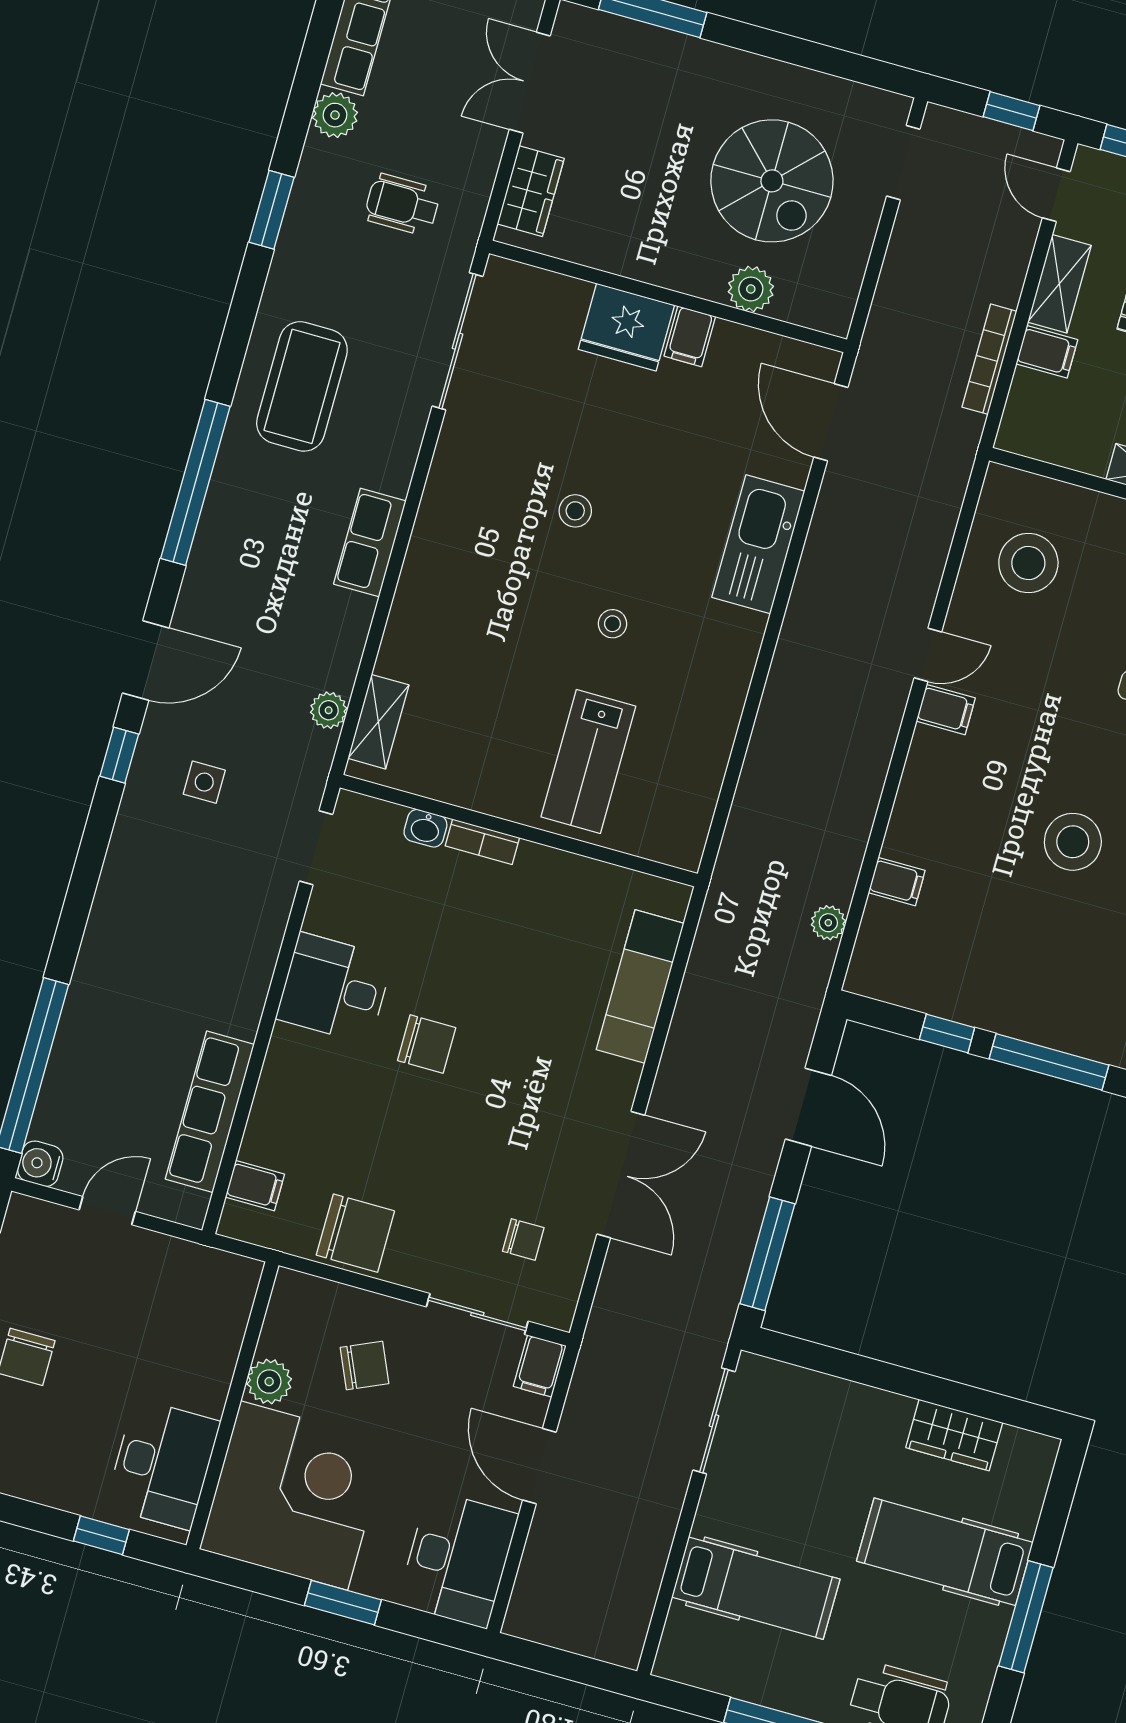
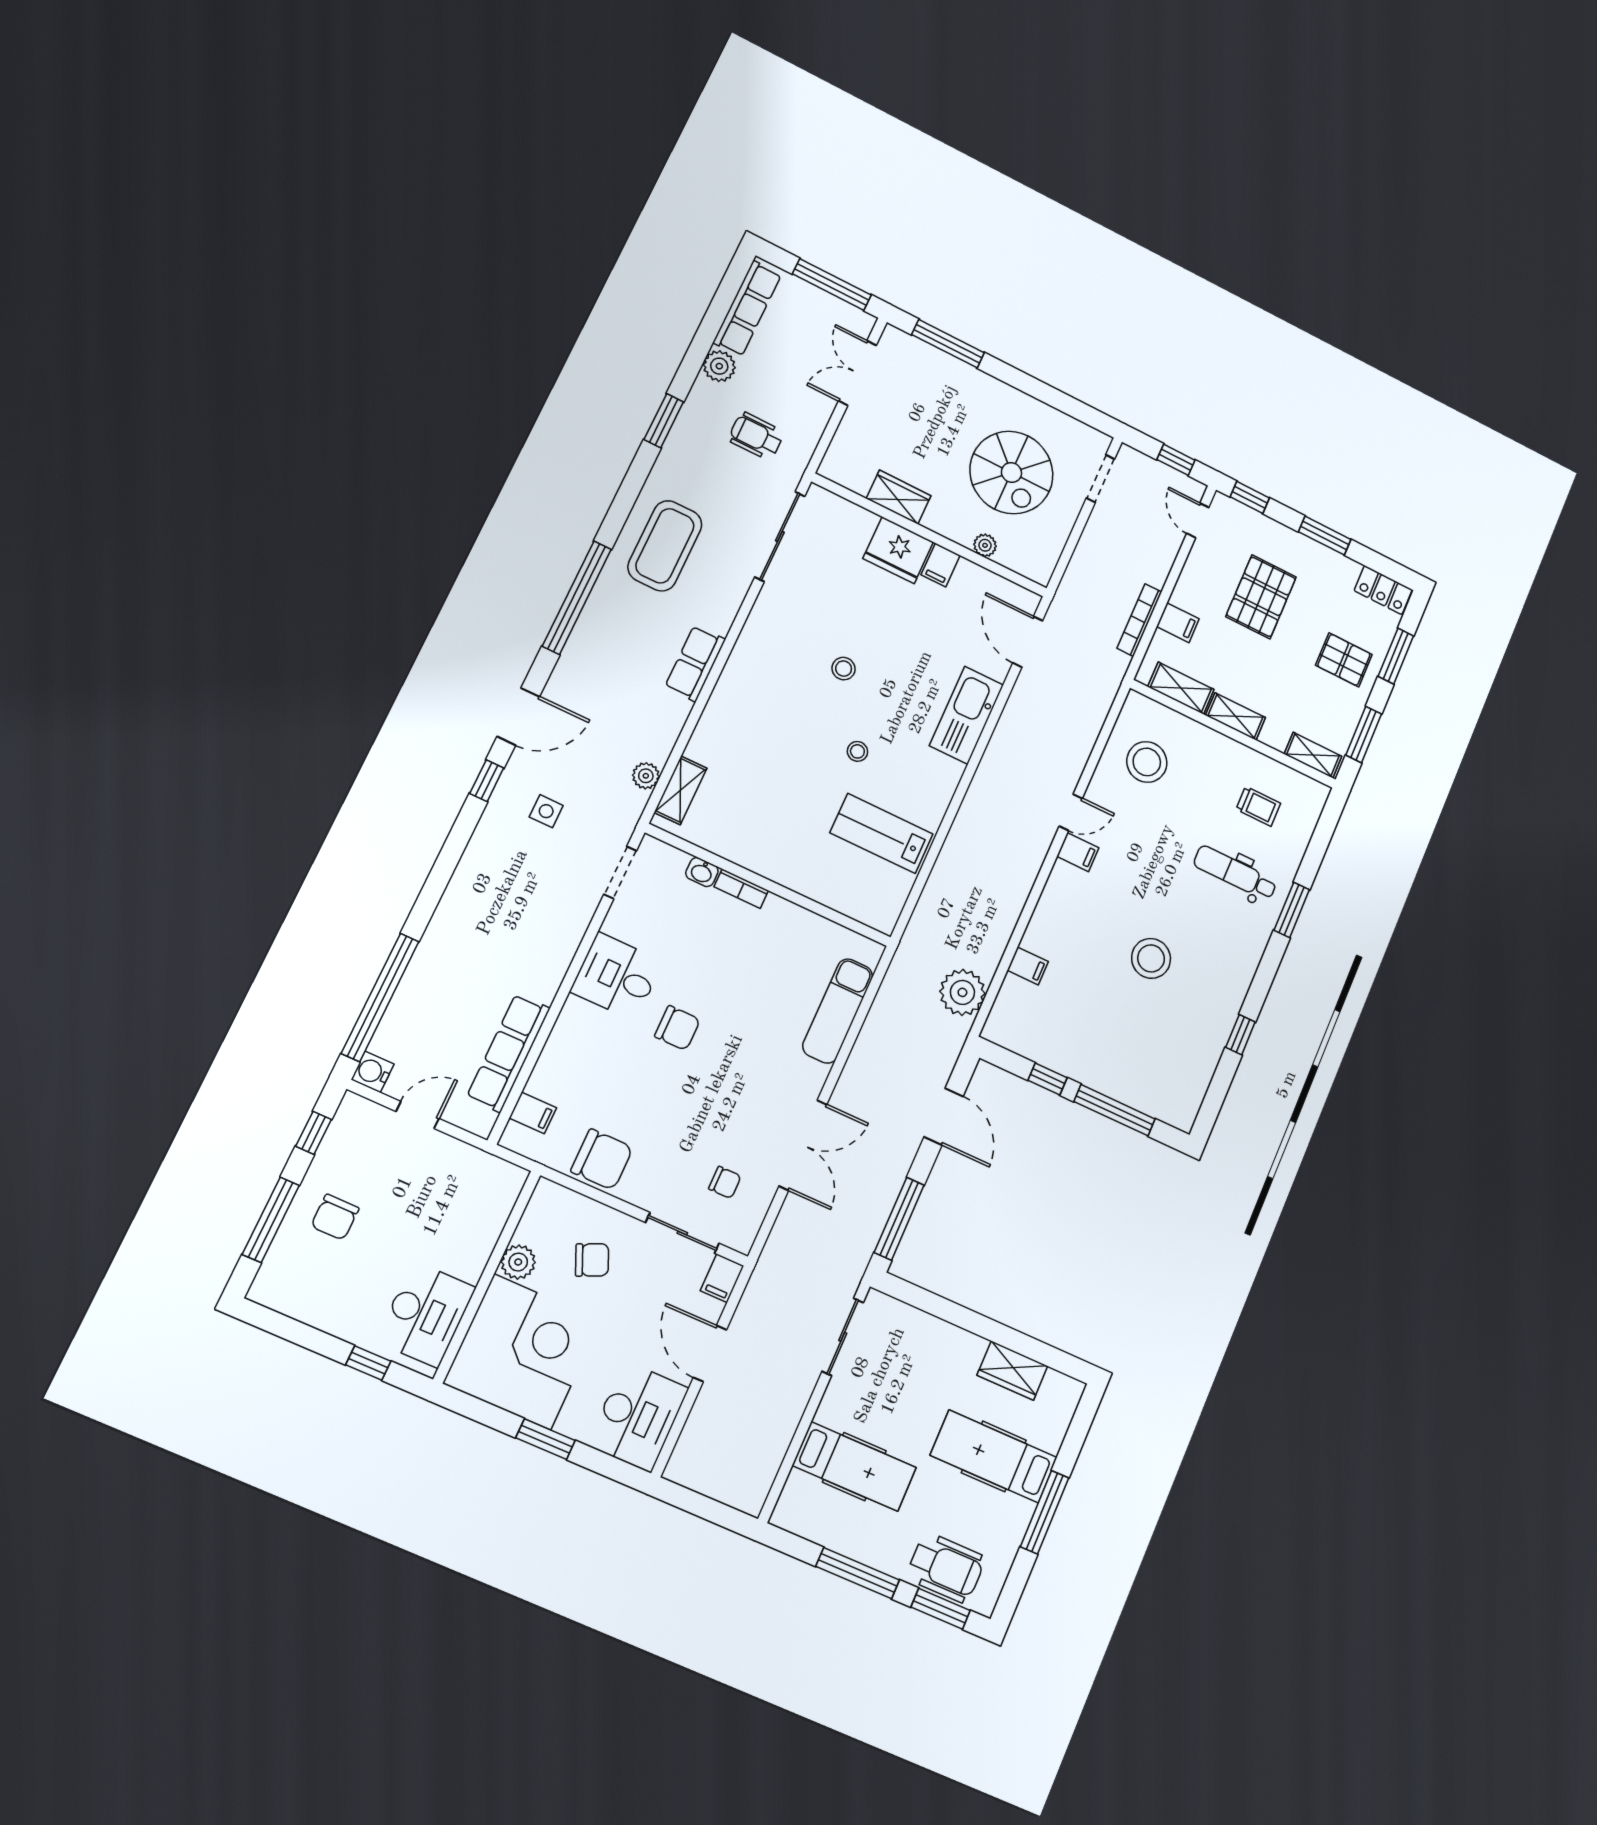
wardrobe: (531, 191) -> (899, 497), moved, turned -90
shelving: (1059, 284) -> (1181, 688), moved, turned 90
plant: (751, 289) -> (985, 545), width x0.73, depth x0.73
lab bench: (588, 762) -> (881, 833), moved, turned 90
plant: (828, 923) -> (962, 992), width x1.88, depth x1.88

